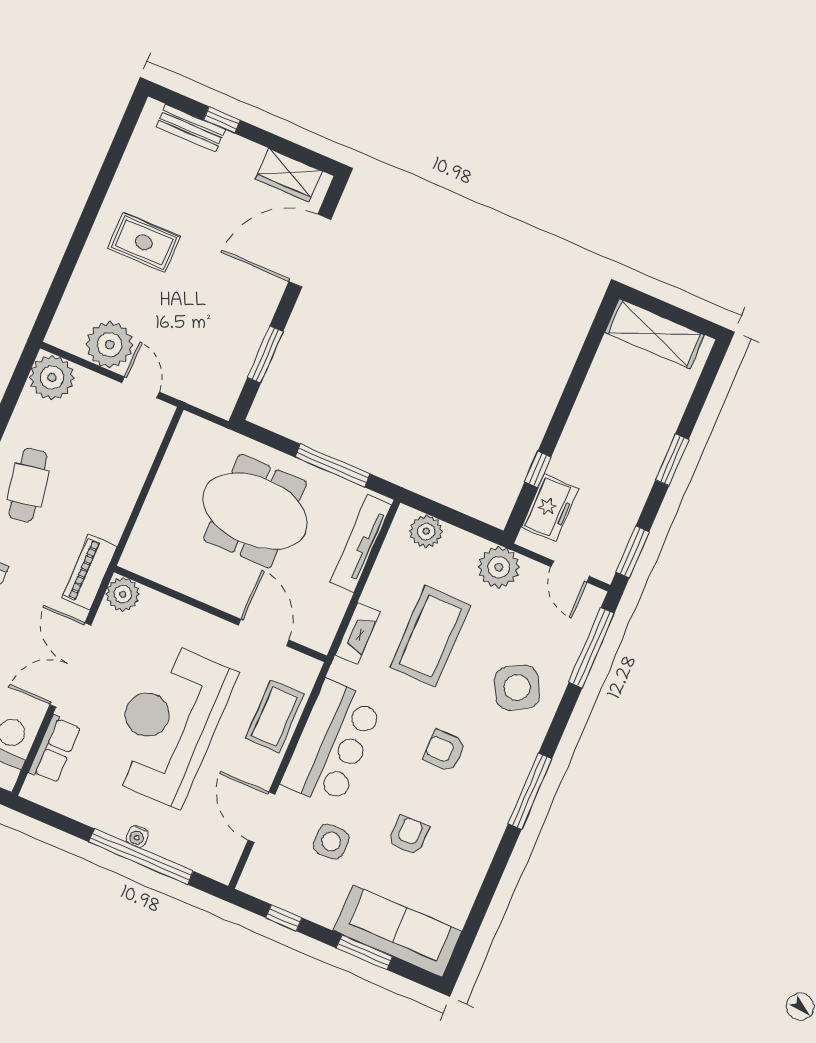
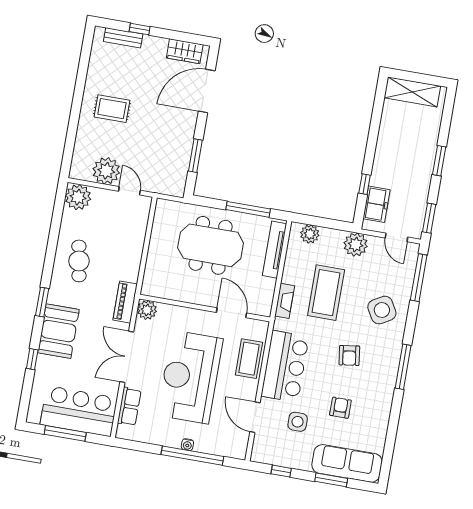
armchair: (444, 751) -> (349, 355), turned -98

